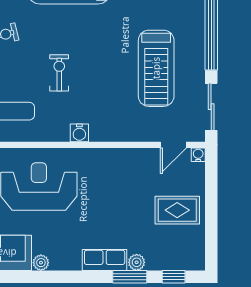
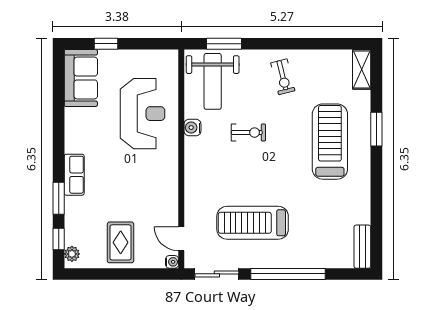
water cooler: (79, 133) -> (192, 128), moved
plant: (137, 262) -> (72, 254), moved
plant: (41, 263) -> (72, 115), removed

